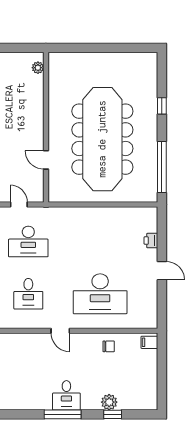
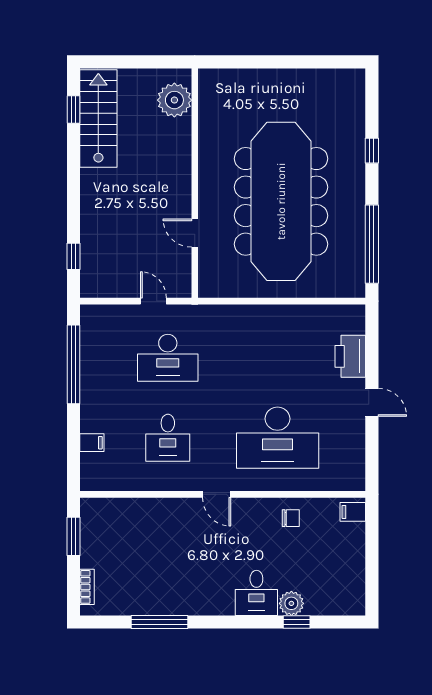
plant: (38, 68) -> (174, 100), width x1.88, depth x1.88
printer: (151, 241) -> (350, 356), width x1.87, depth x1.48
desk: (66, 395) -> (256, 593), moved
window: (63, 414) -> (160, 622), moved

